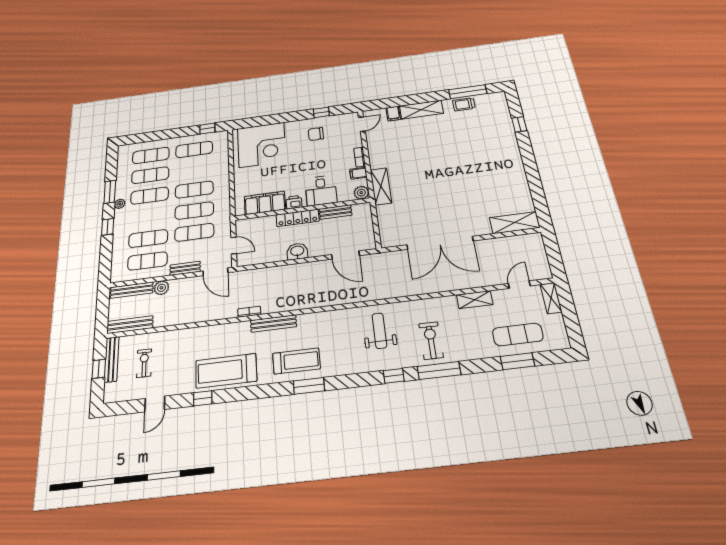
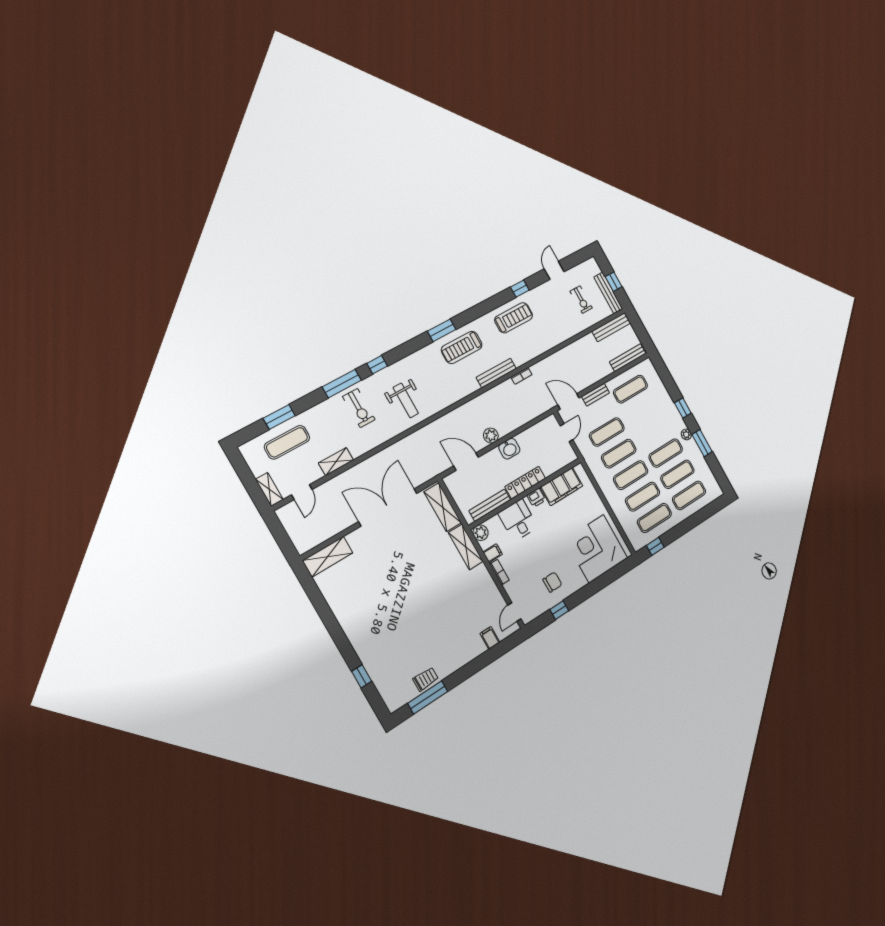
shelving: (421, 110) -> (443, 507), moved, turned 90
bench: (335, 212) -> (490, 505), width x1.36
exercise mat: (148, 238) -> (643, 497), moved
door: (234, 245) -> (567, 433), swing flipped
plant: (161, 288) -> (491, 436), moved
treadmill: (226, 371) -> (514, 318), width x0.73, depth x0.73

